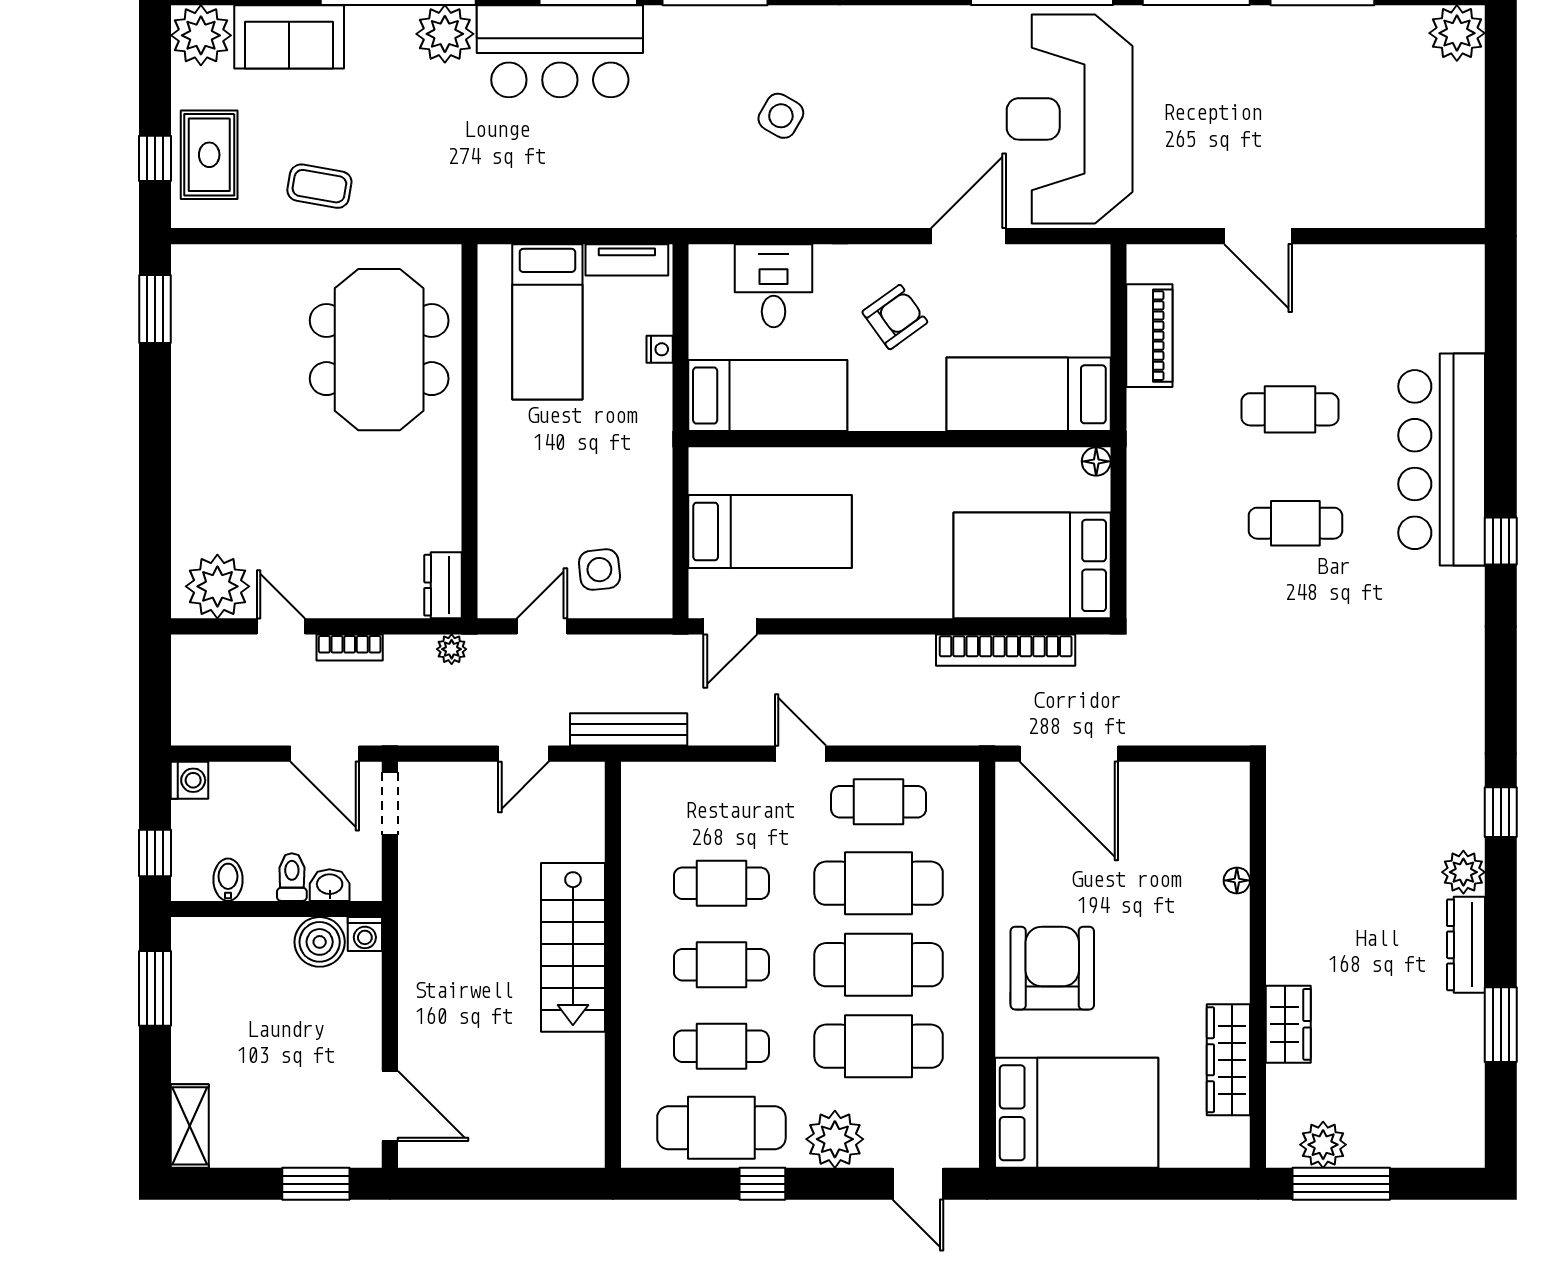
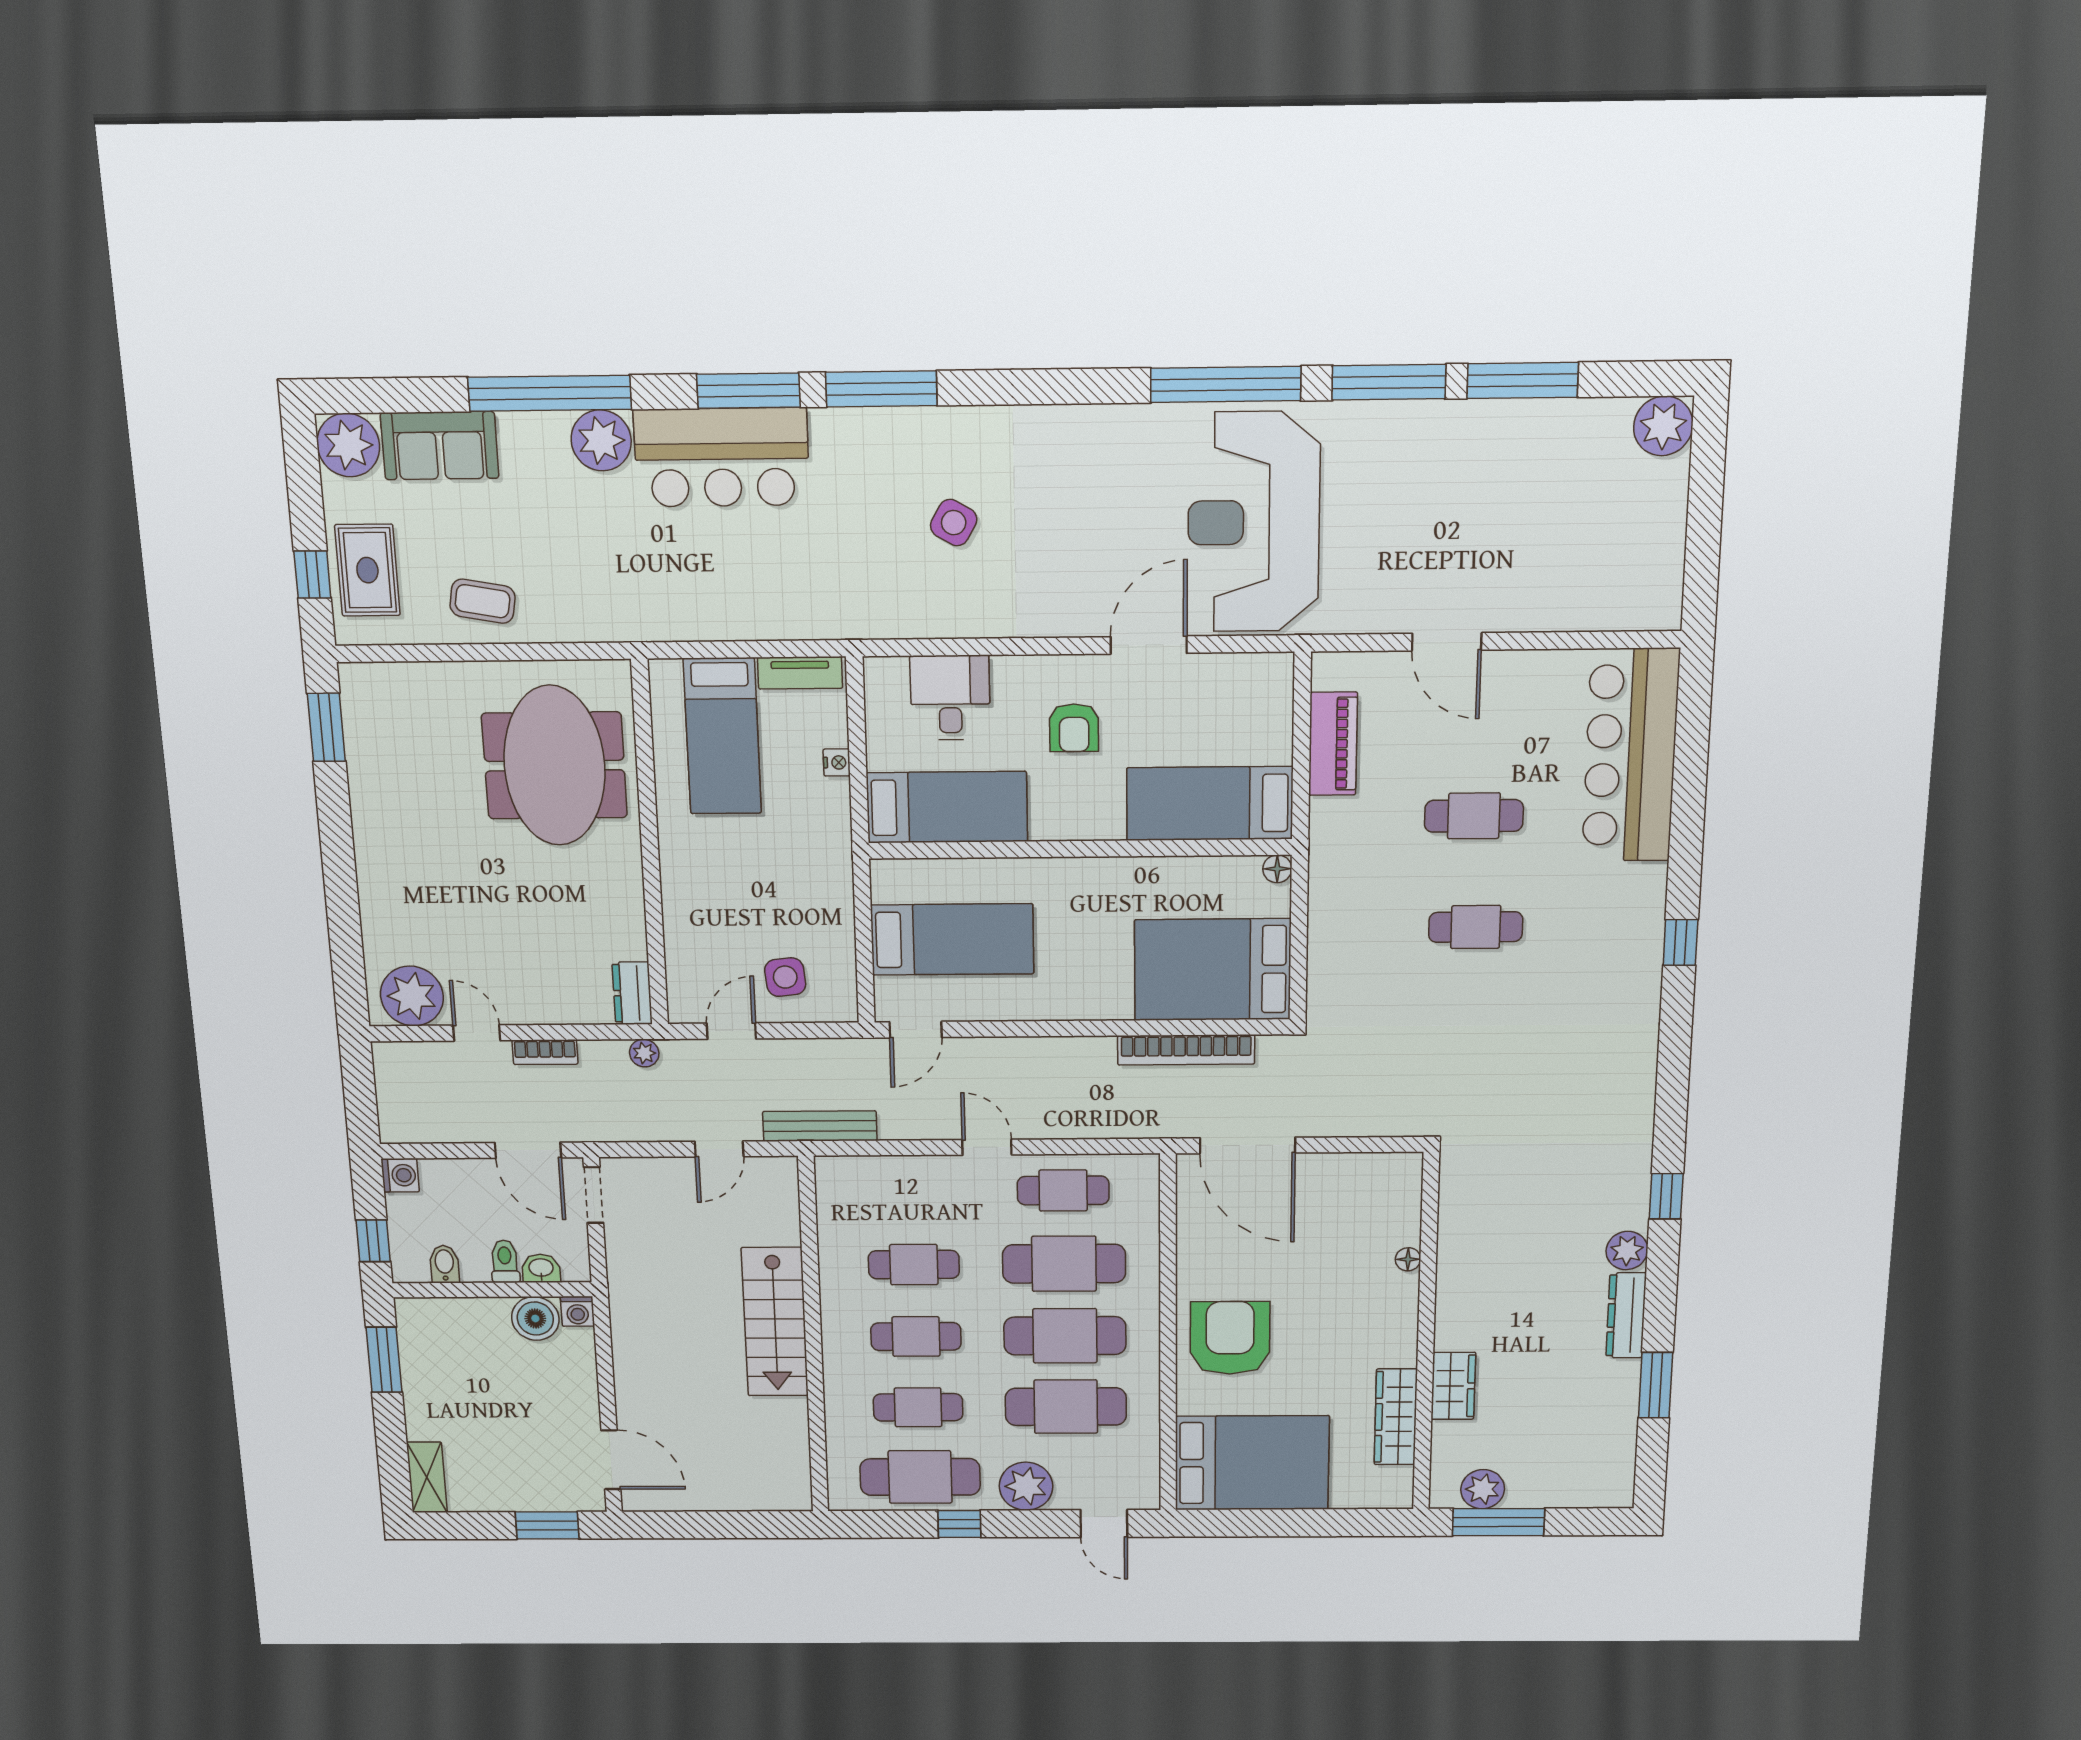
armchair: (895, 317) -> (1074, 728), turned 126
bar counter: (1442, 460) -> (1631, 755), moved

